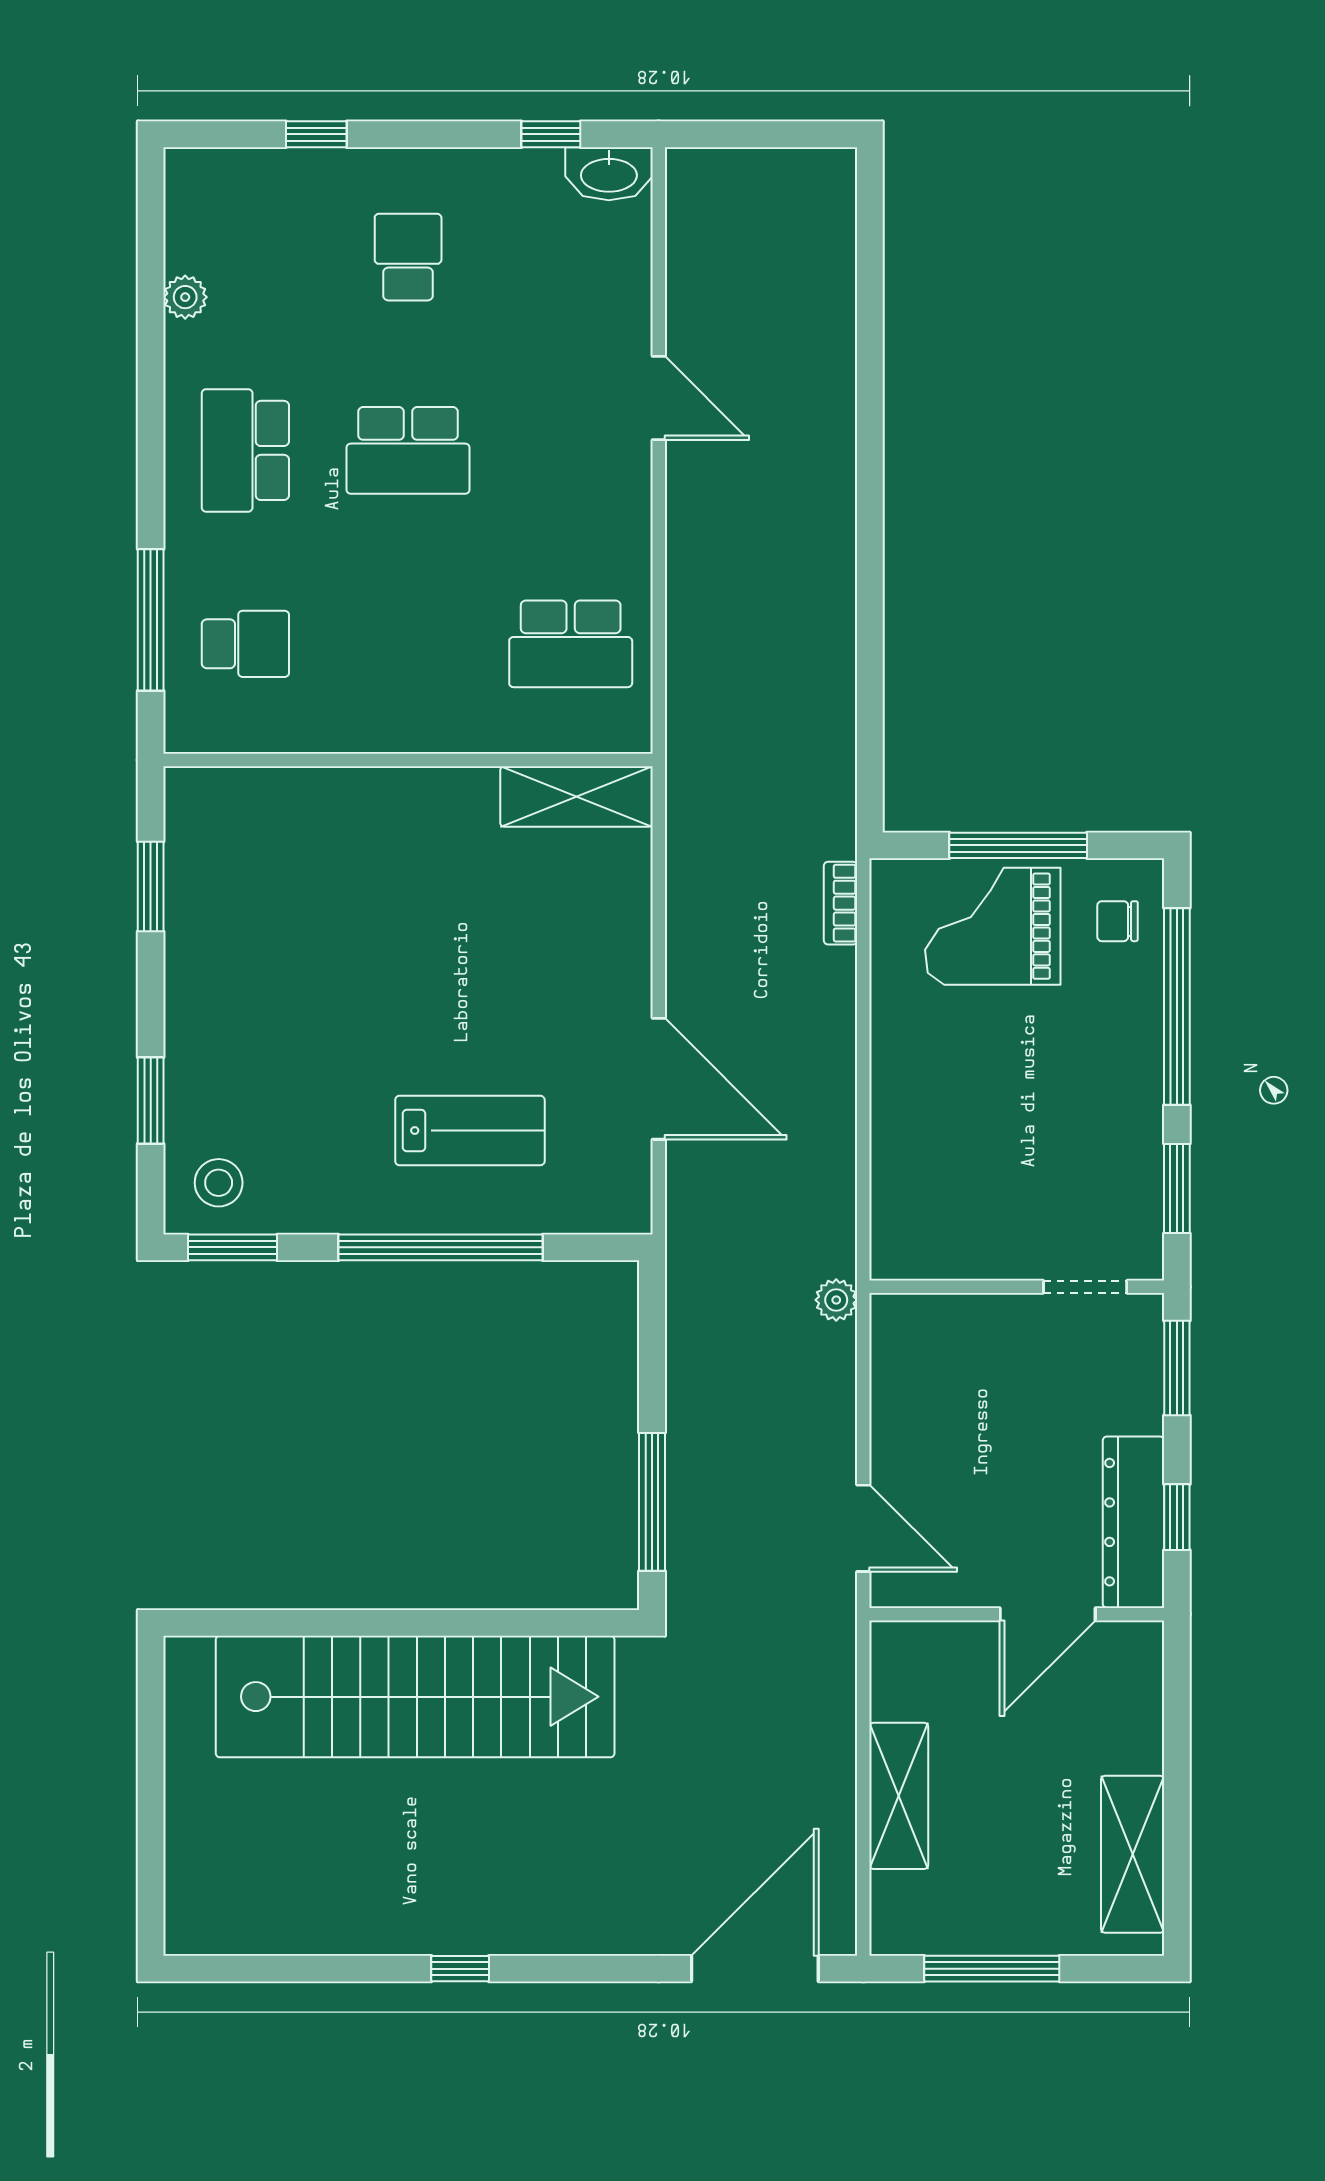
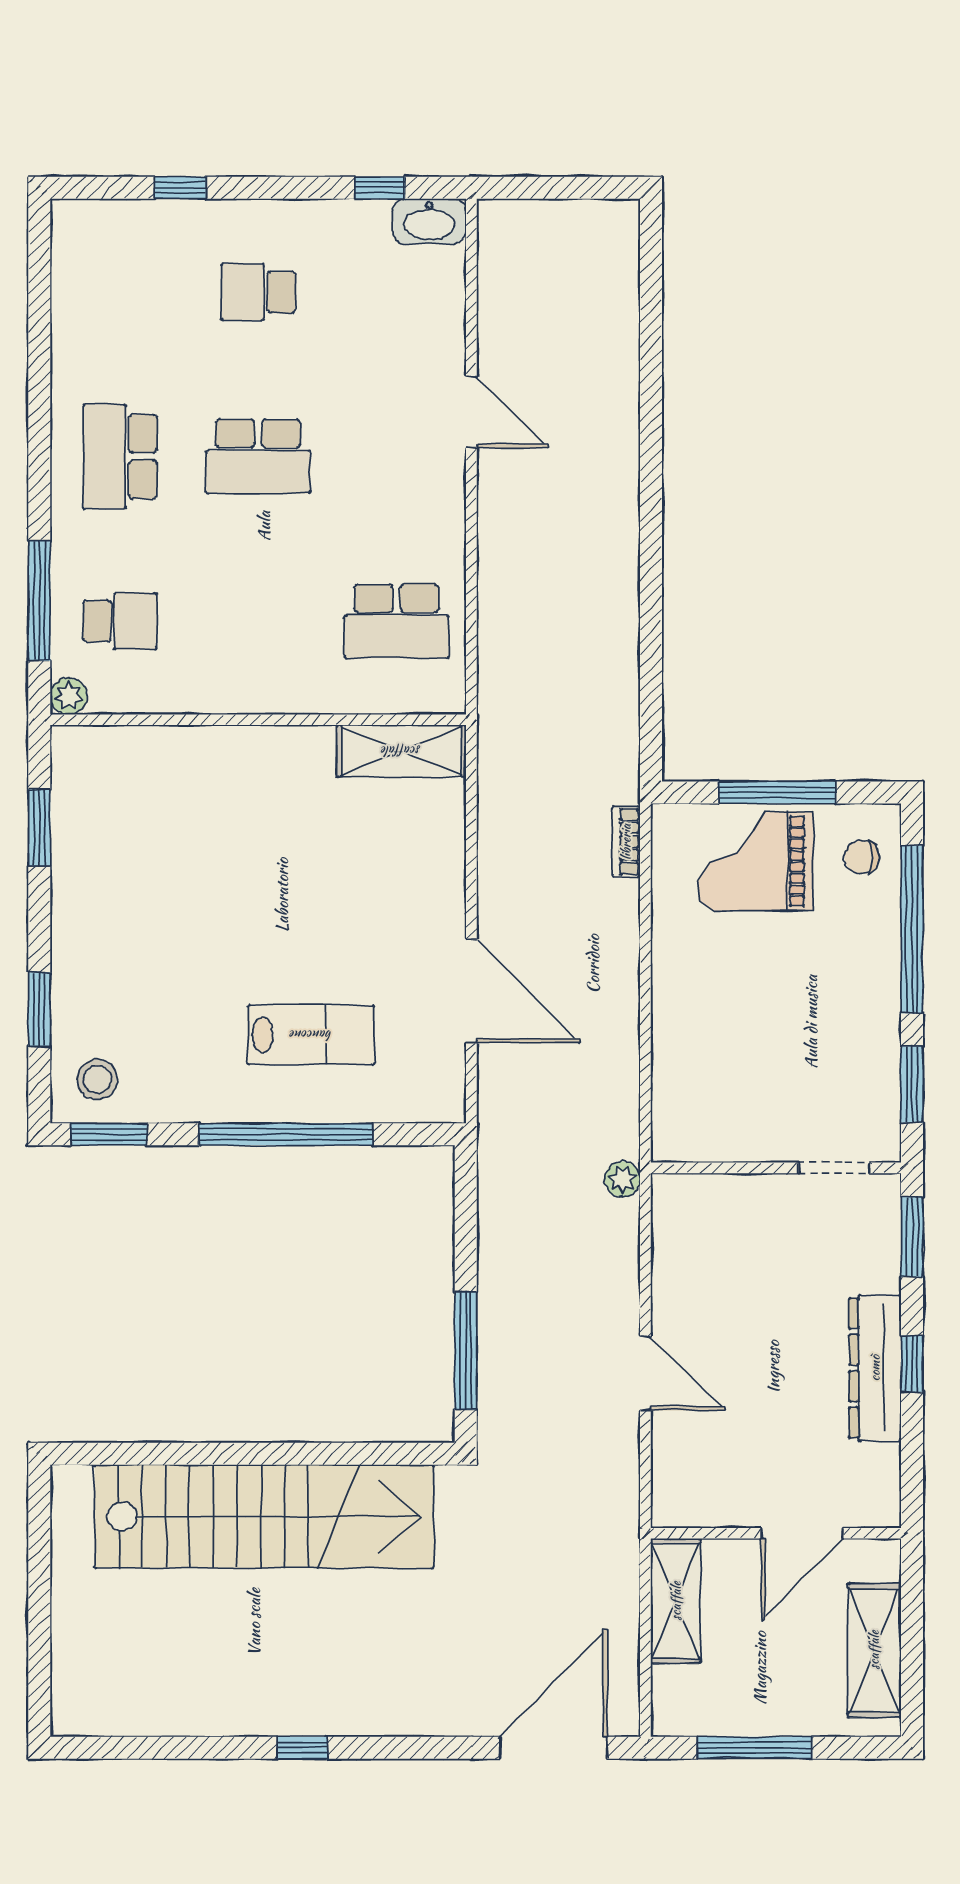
school desk: (408, 257) -> (258, 292), turned -90
plant: (185, 297) -> (69, 696), moved
wall: (1017, 1614) -> (776, 1533), moved
door: (1048, 1614) -> (802, 1533), moved

